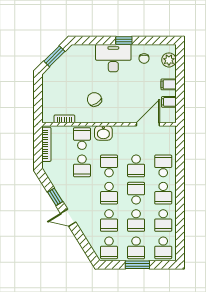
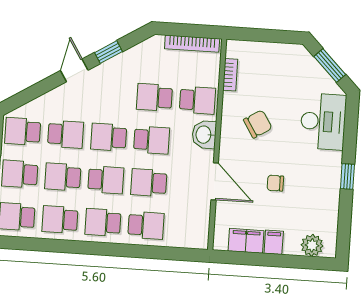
desk: (113, 58) -> (323, 122), moved
chair: (144, 58) -> (275, 183), moved
filing cabinet: (169, 102) -> (246, 241), width x2.00
door: (148, 124) -> (215, 181), moved
school desk: (109, 221) -> (66, 134), turned 180

